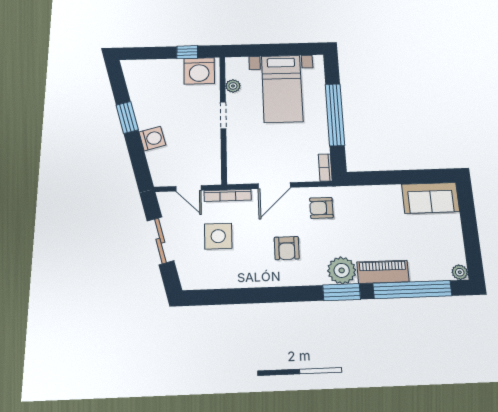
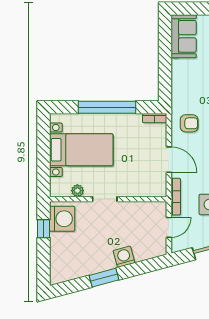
armchair: (321, 208) -> (189, 123), turned -90

